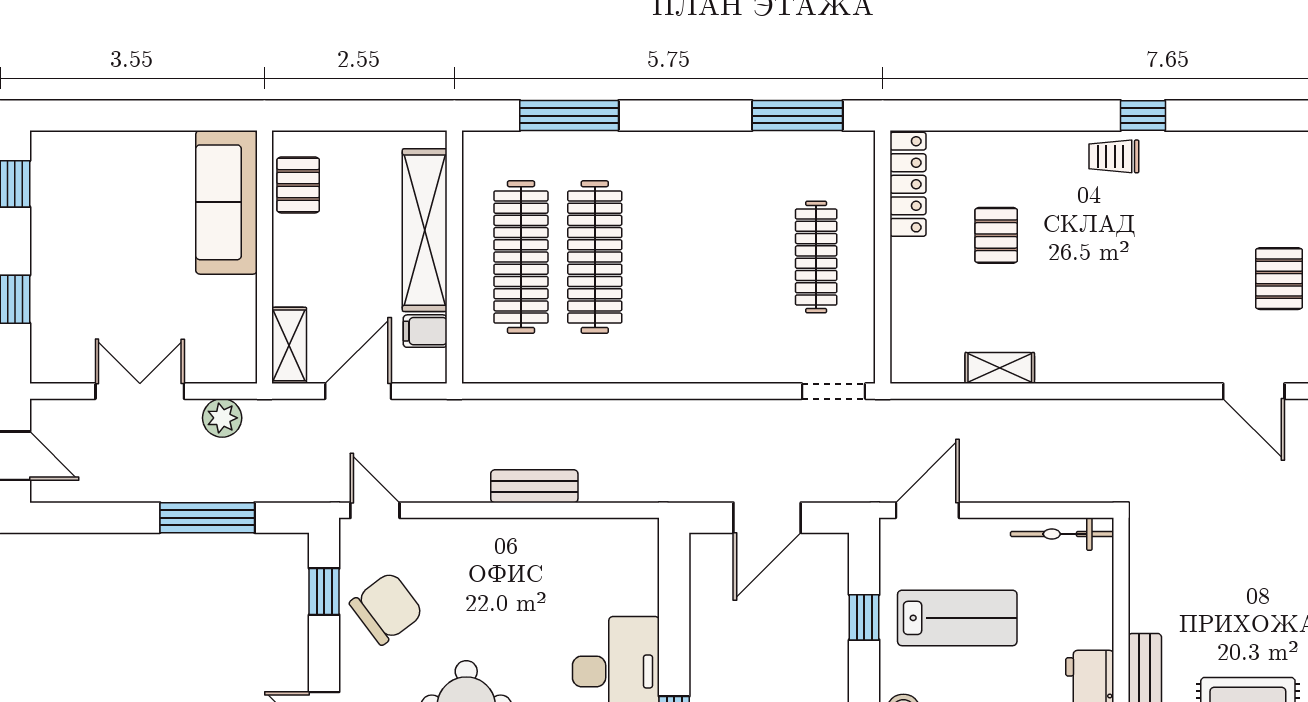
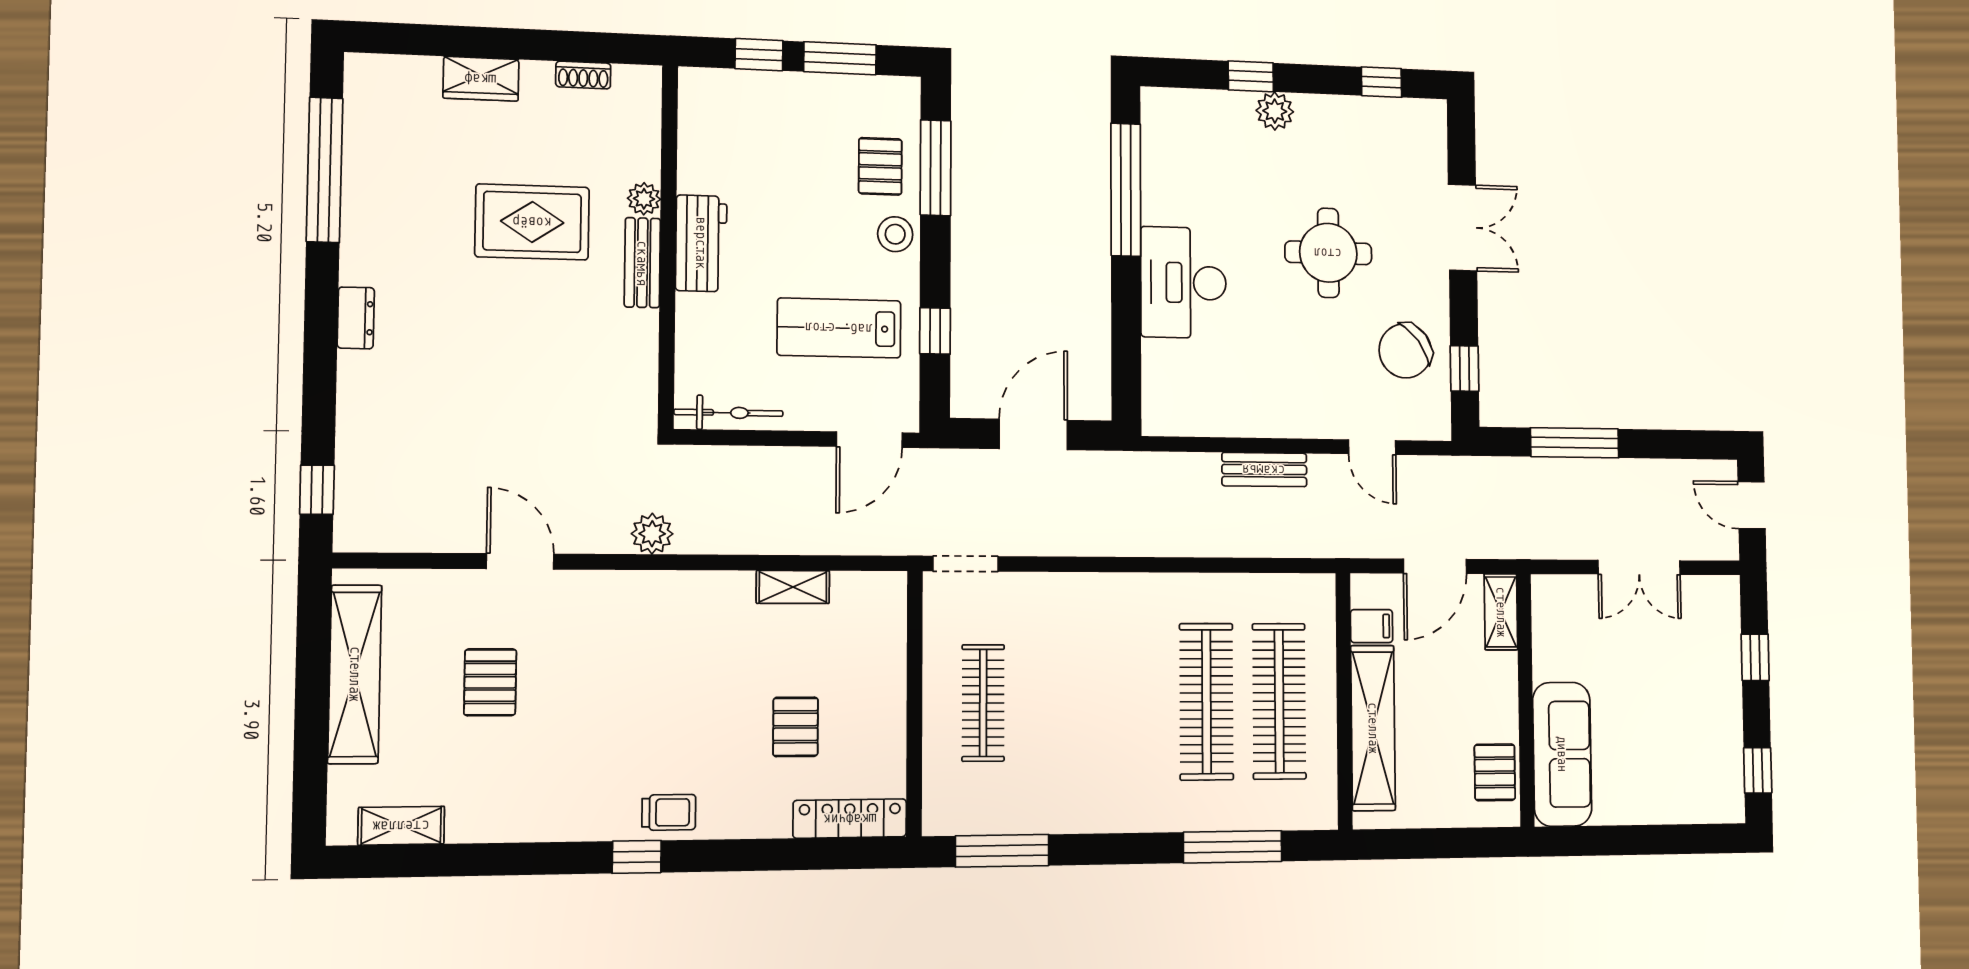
locker: (908, 184) -> (850, 819), moved, turned 90
plant: (222, 418) -> (652, 534), moved
door: (375, 510) -> (1372, 447), moved

